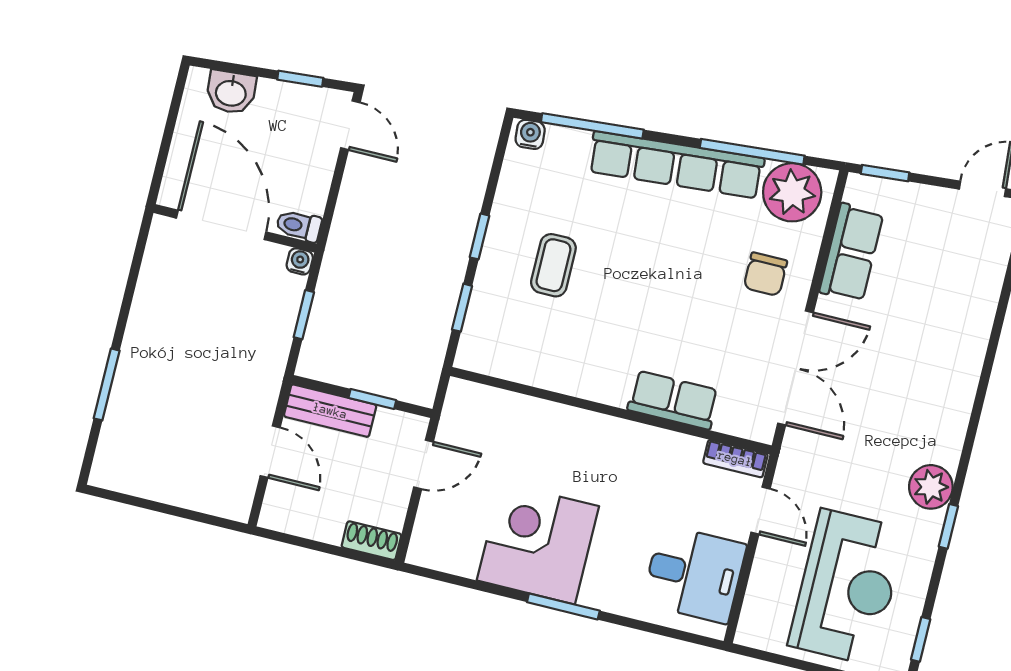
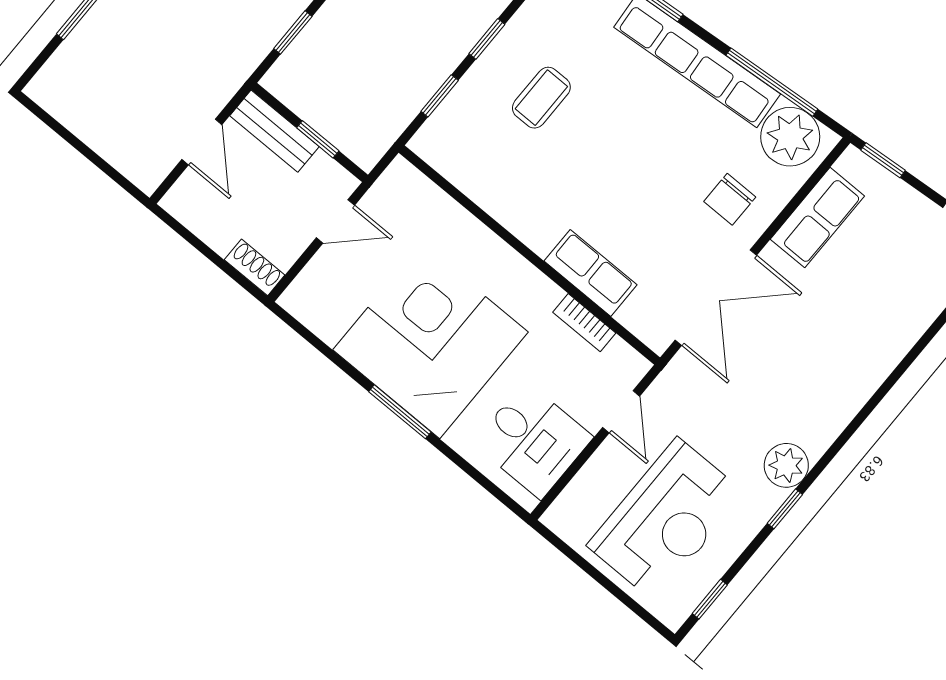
bookcase: (735, 459) -> (584, 323), moved
corner desk: (538, 543) -> (431, 341), width x1.36, depth x1.36

